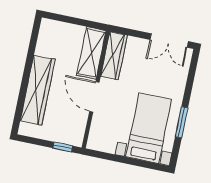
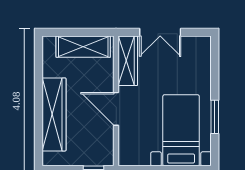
double door: (169, 41) -> (160, 32), moved
shelving: (91, 53) -> (83, 47), moved, turned 90

